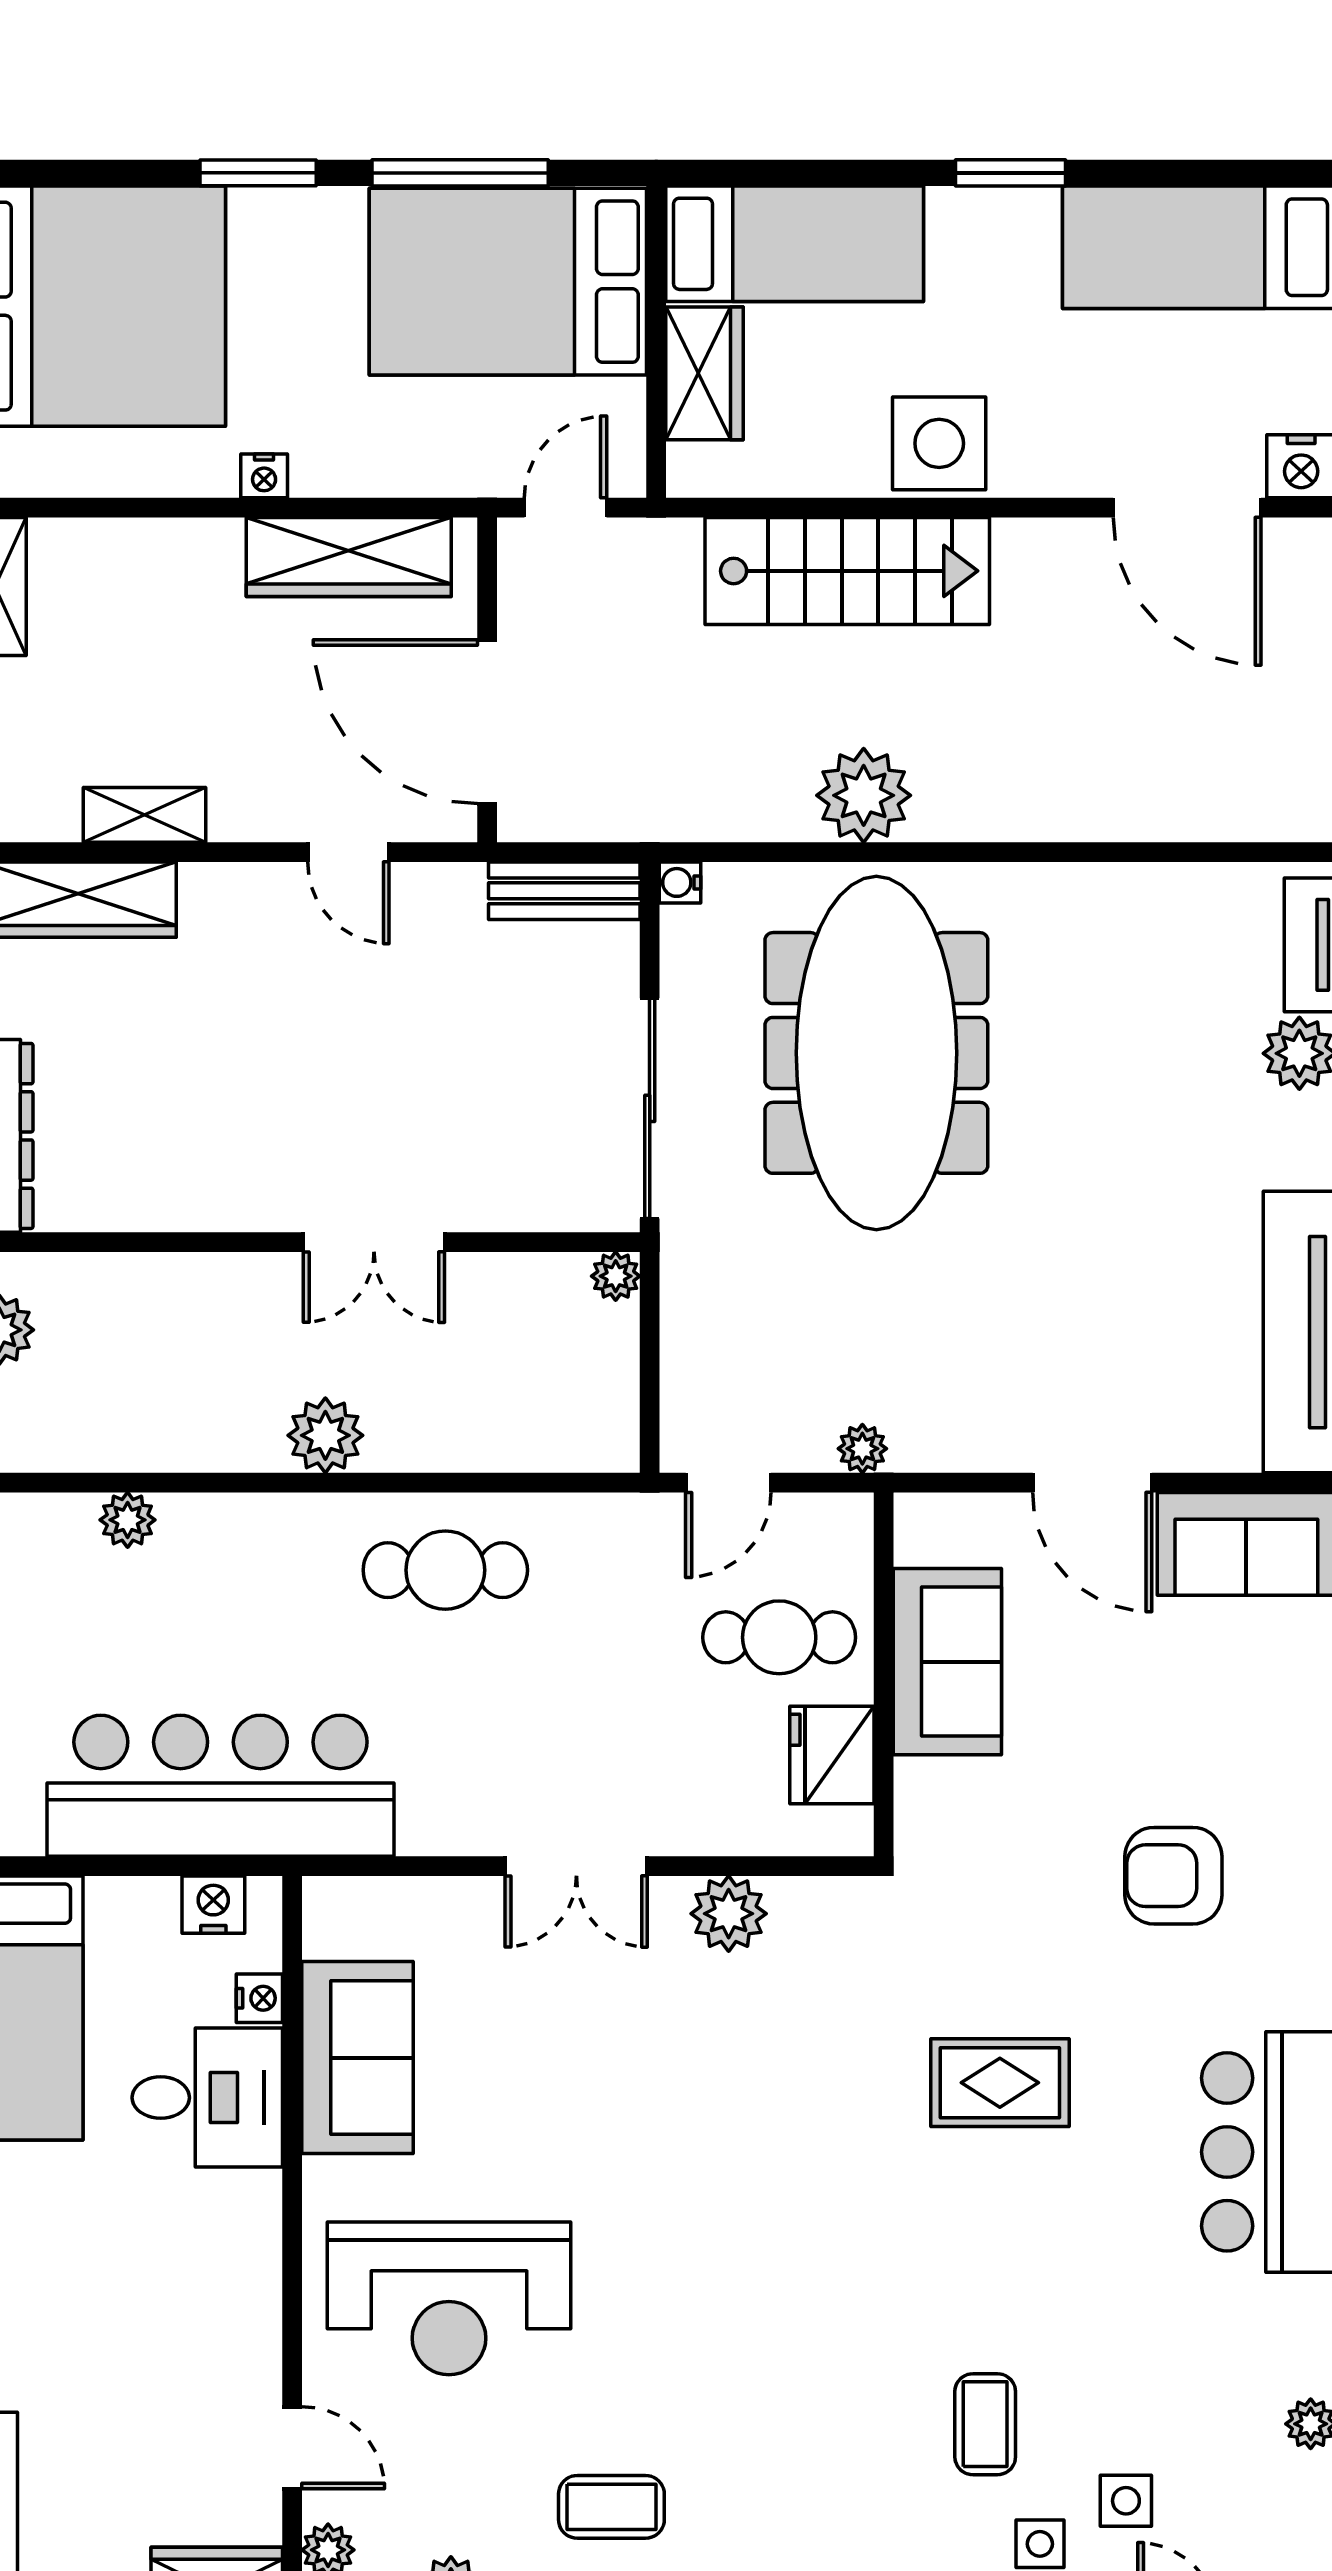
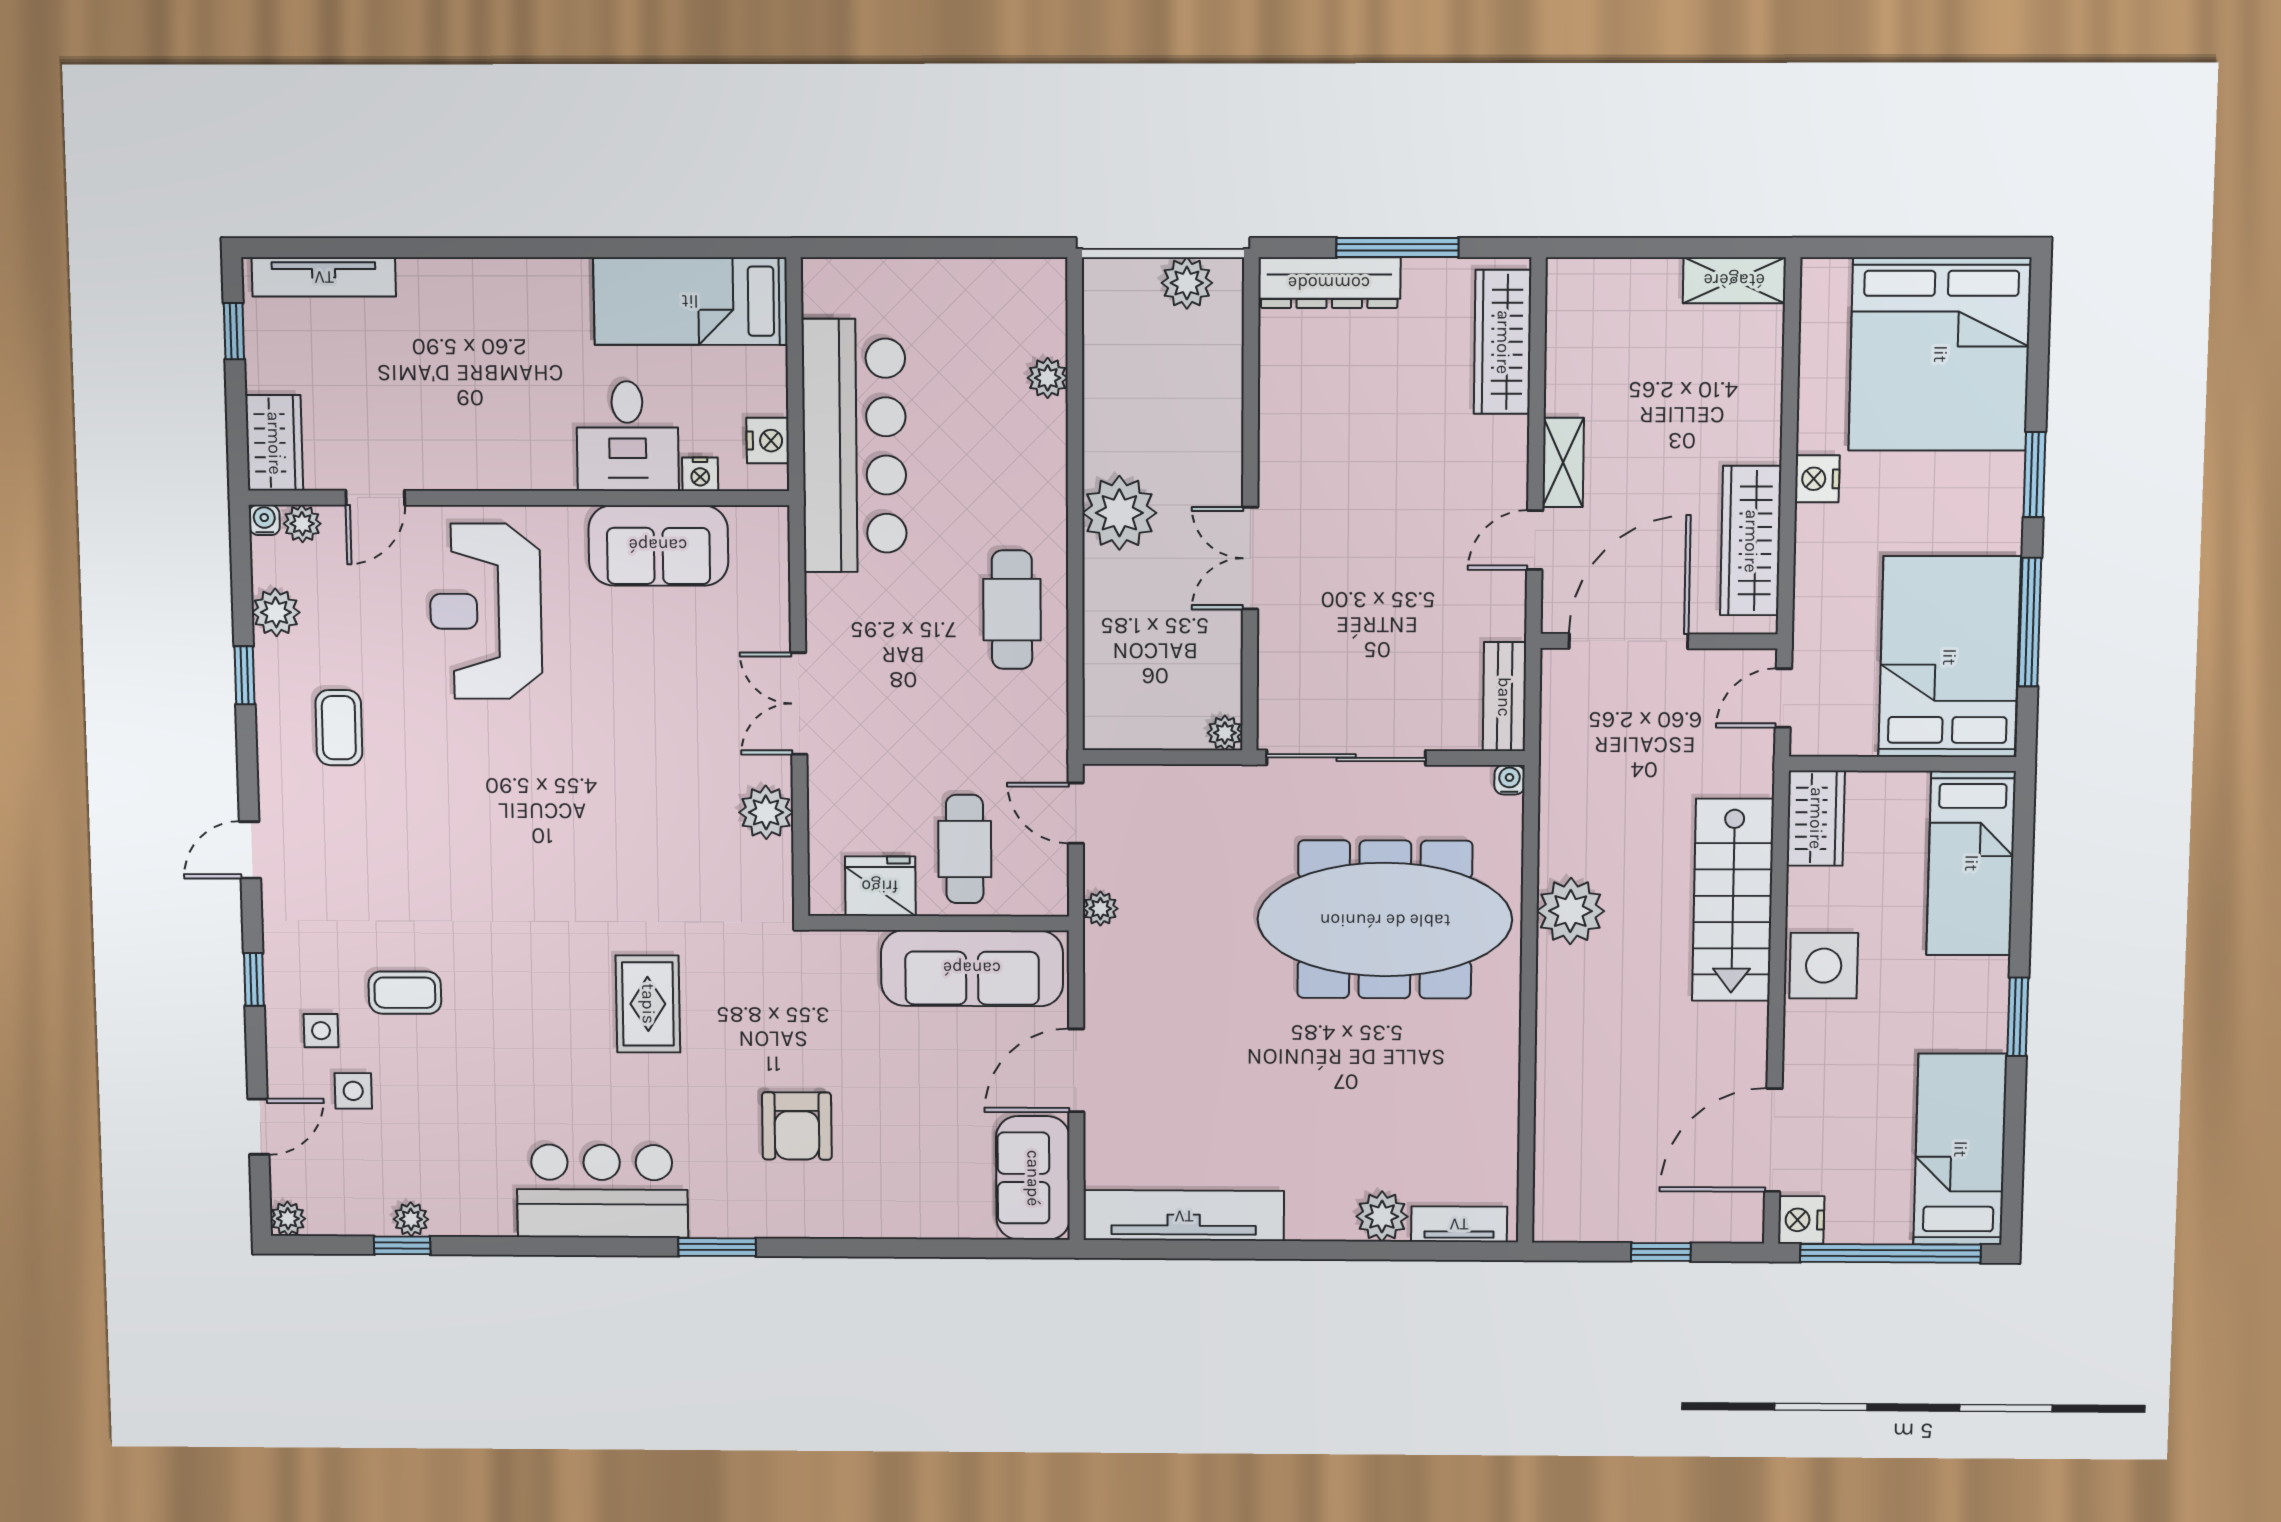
wardrobe: (705, 373) -> (1816, 818), moved, turned -90
nightstand: (264, 476) -> (1817, 479), width x1.39, depth x1.35
door: (565, 508) -> (1783, 698), swing flipped
shelving: (145, 815) -> (1563, 462), moved
plant: (325, 1435) -> (1119, 513), width x1.36, depth x1.36
sofa: (947, 1662) -> (972, 968), width x1.36
armchair: (1173, 1876) -> (797, 1126), turned 180

